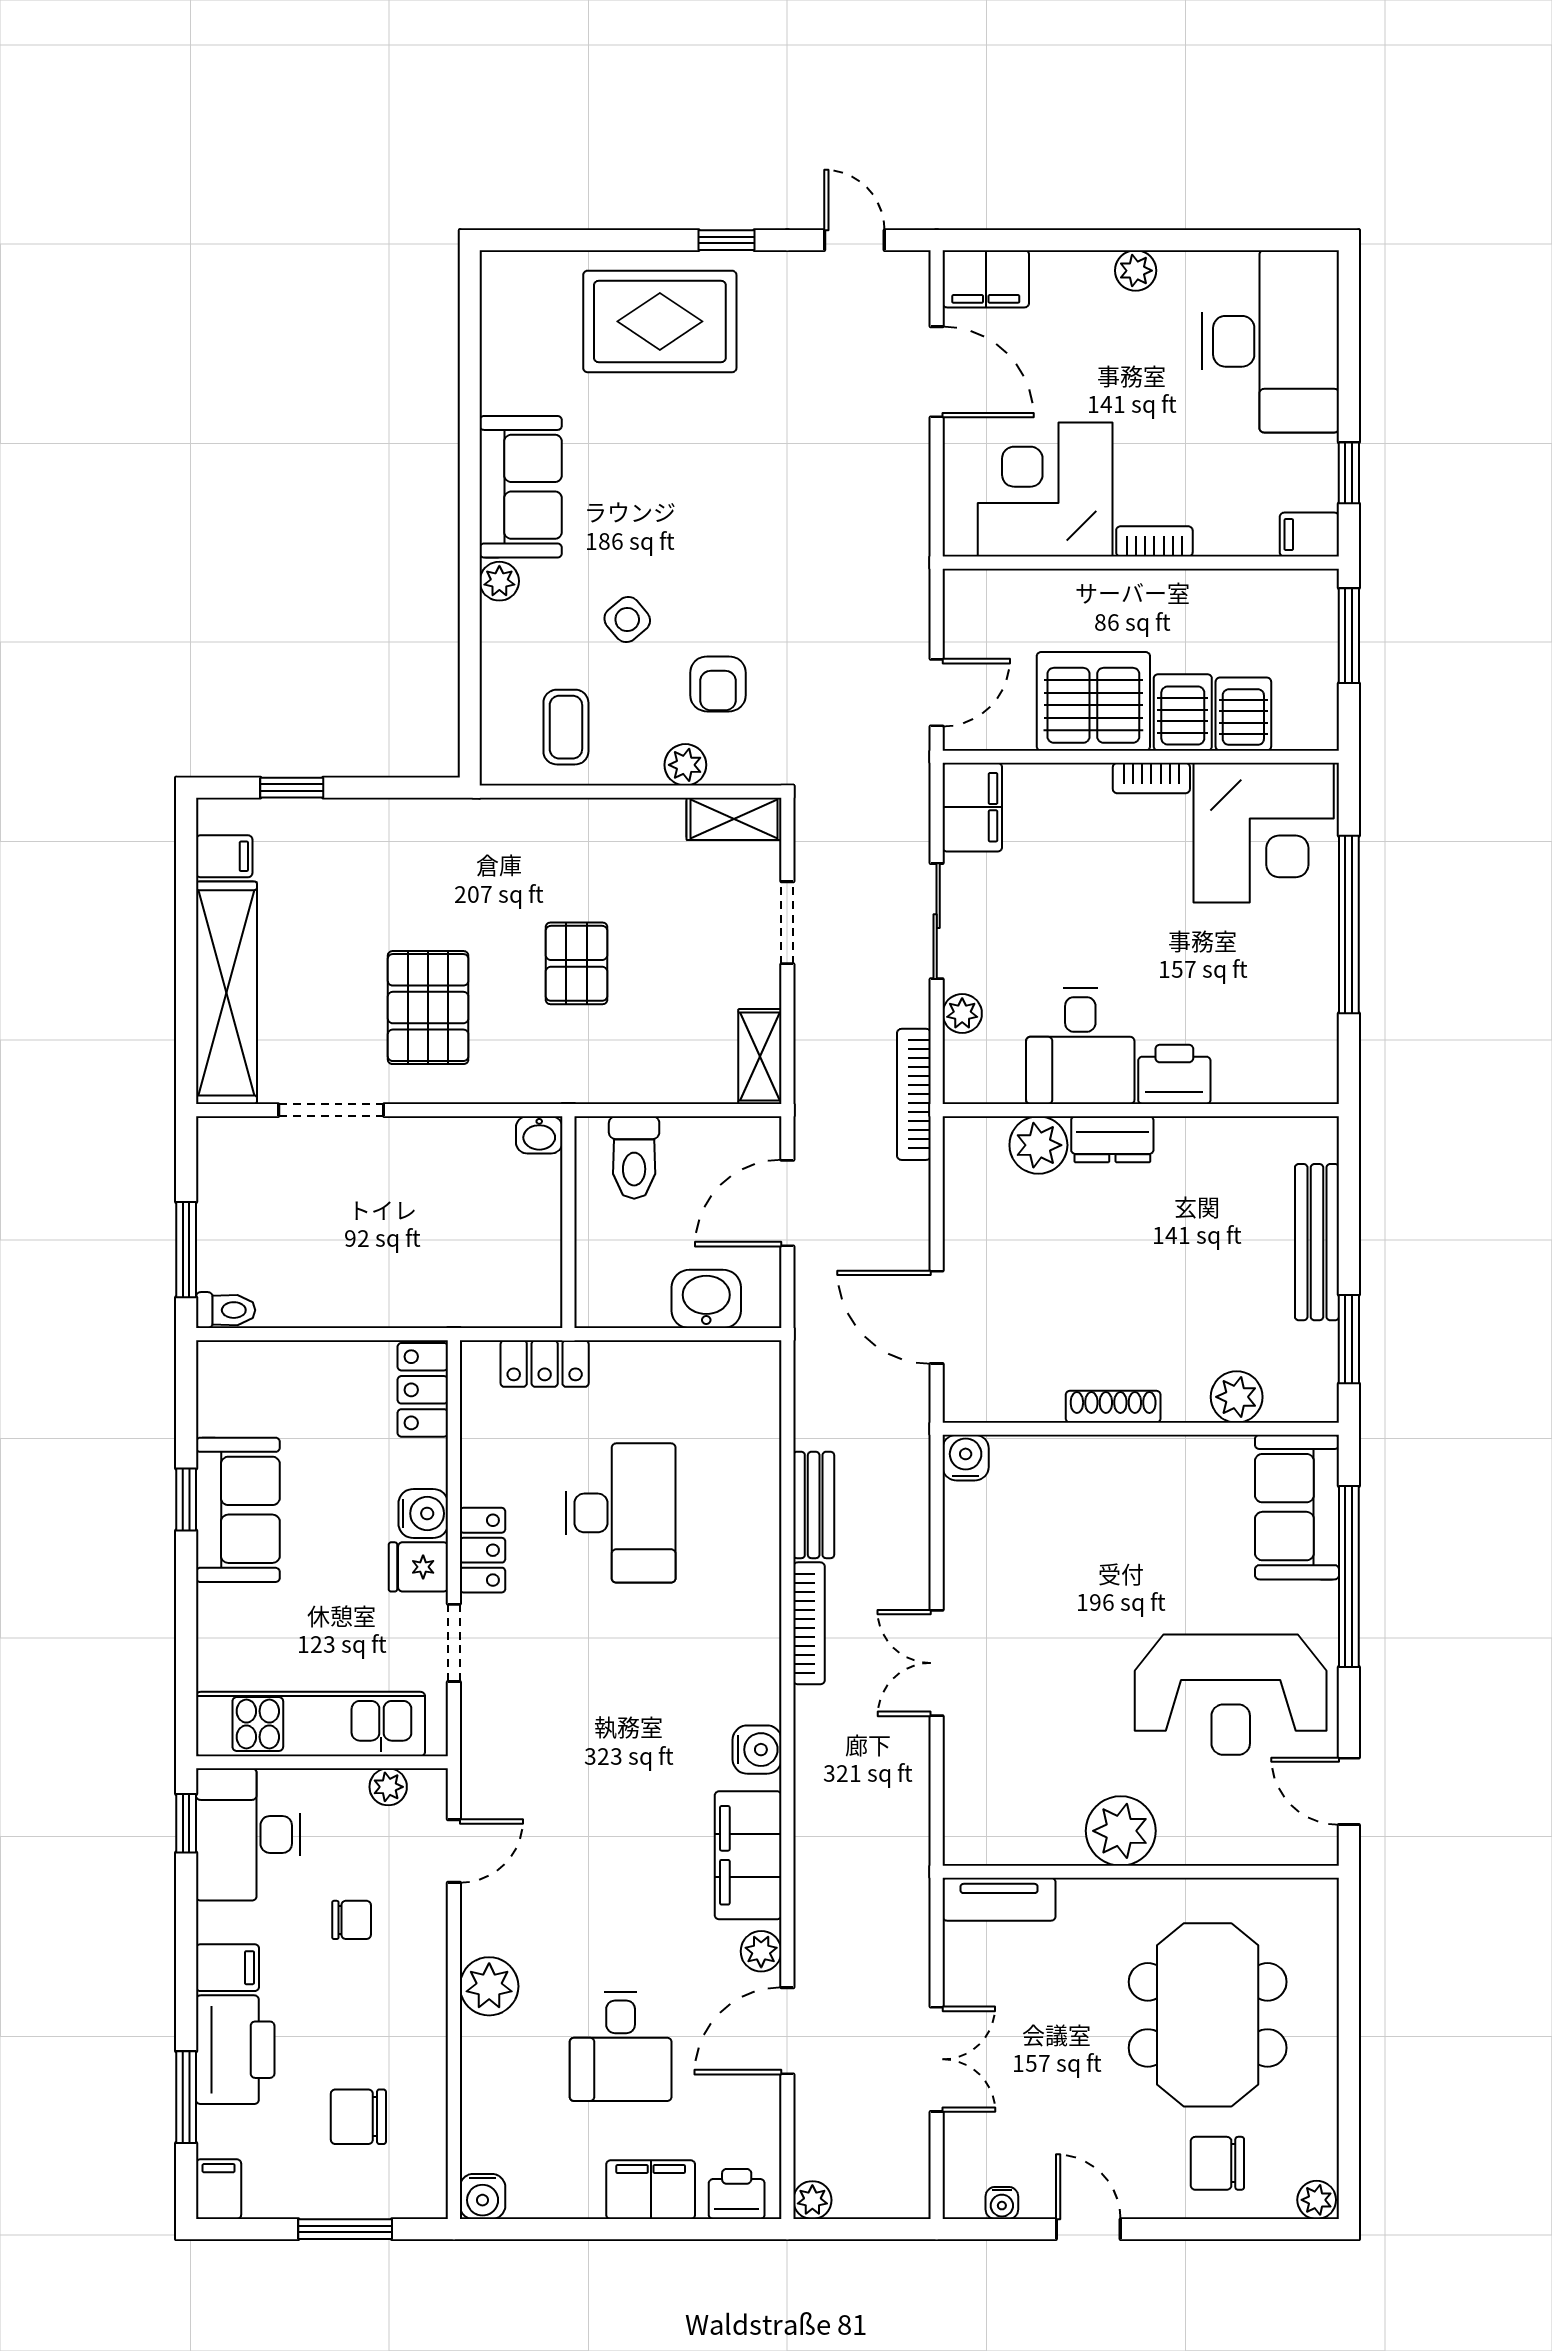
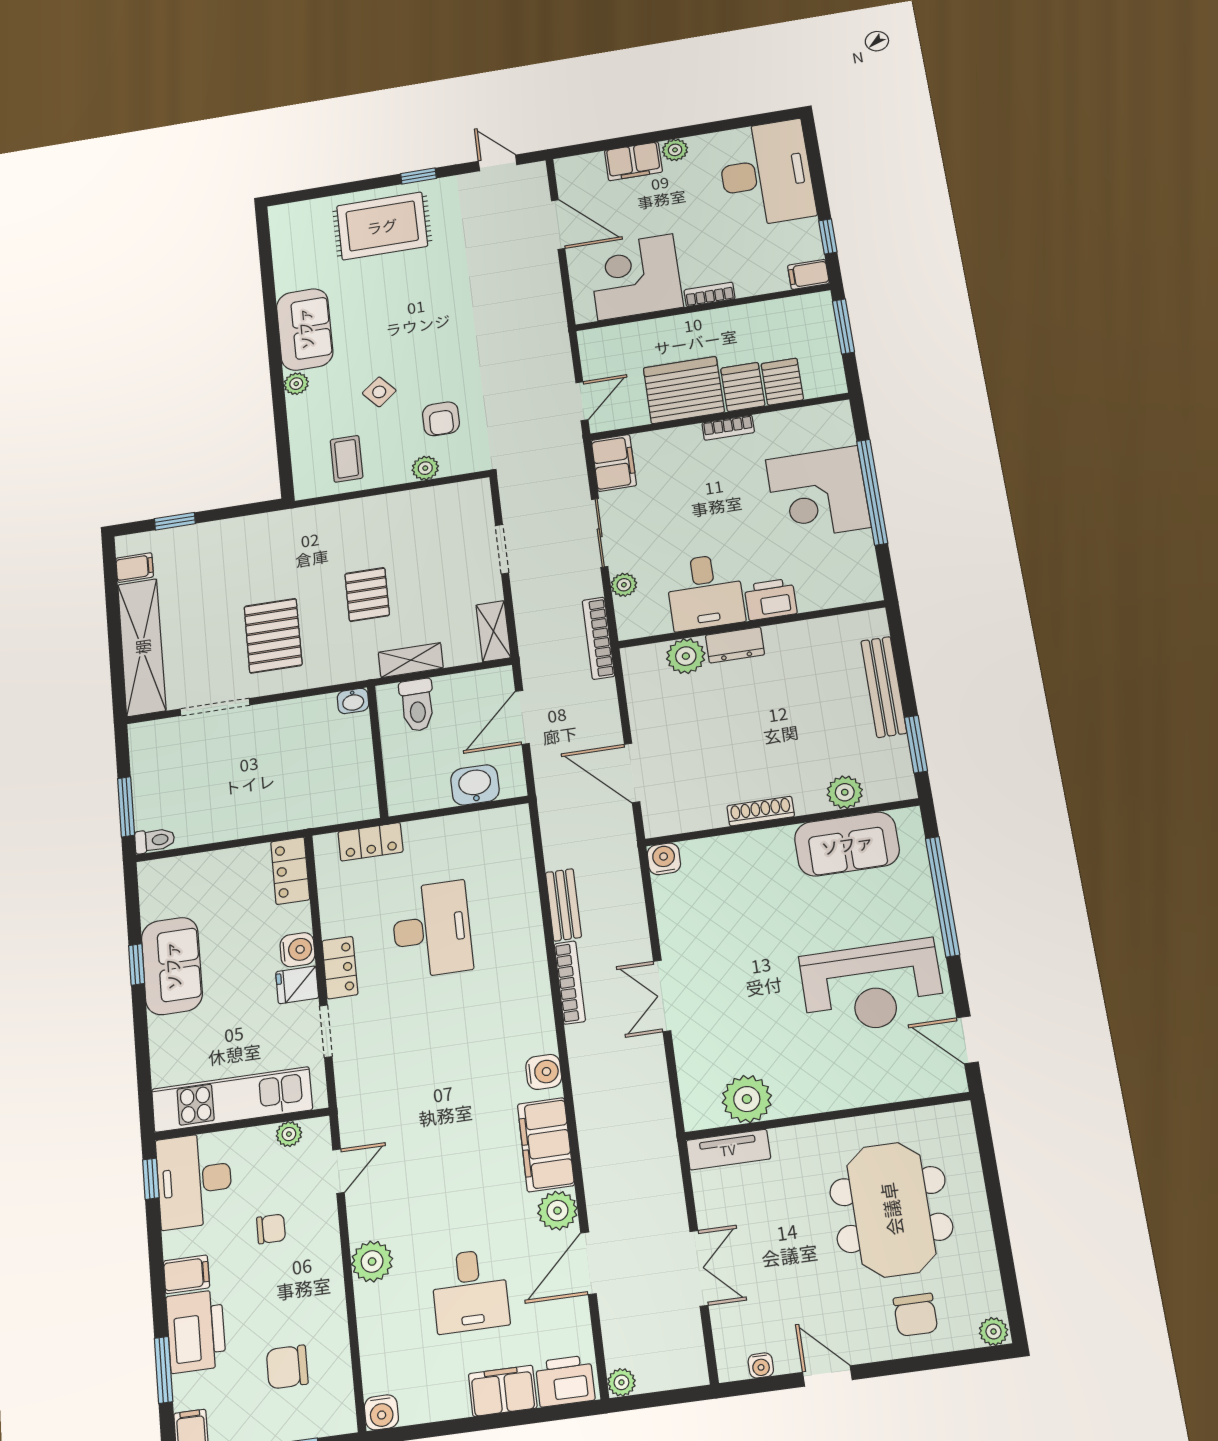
filing cabinet: (986, 279) -> (633, 161), moved
shelving: (734, 819) -> (411, 660), moved
corner desk: (1264, 833) -> (818, 493), moved, turned 90
sofa: (1297, 1507) -> (847, 844), moved, turned -90
plant: (1121, 1831) -> (747, 1099), moved
plant: (761, 1951) -> (557, 1211), width x1.38, depth x1.38
chair: (1217, 2163) -> (915, 1315), turned -90
printer: (737, 2194) -> (565, 1381), width x1.36, depth x1.24

